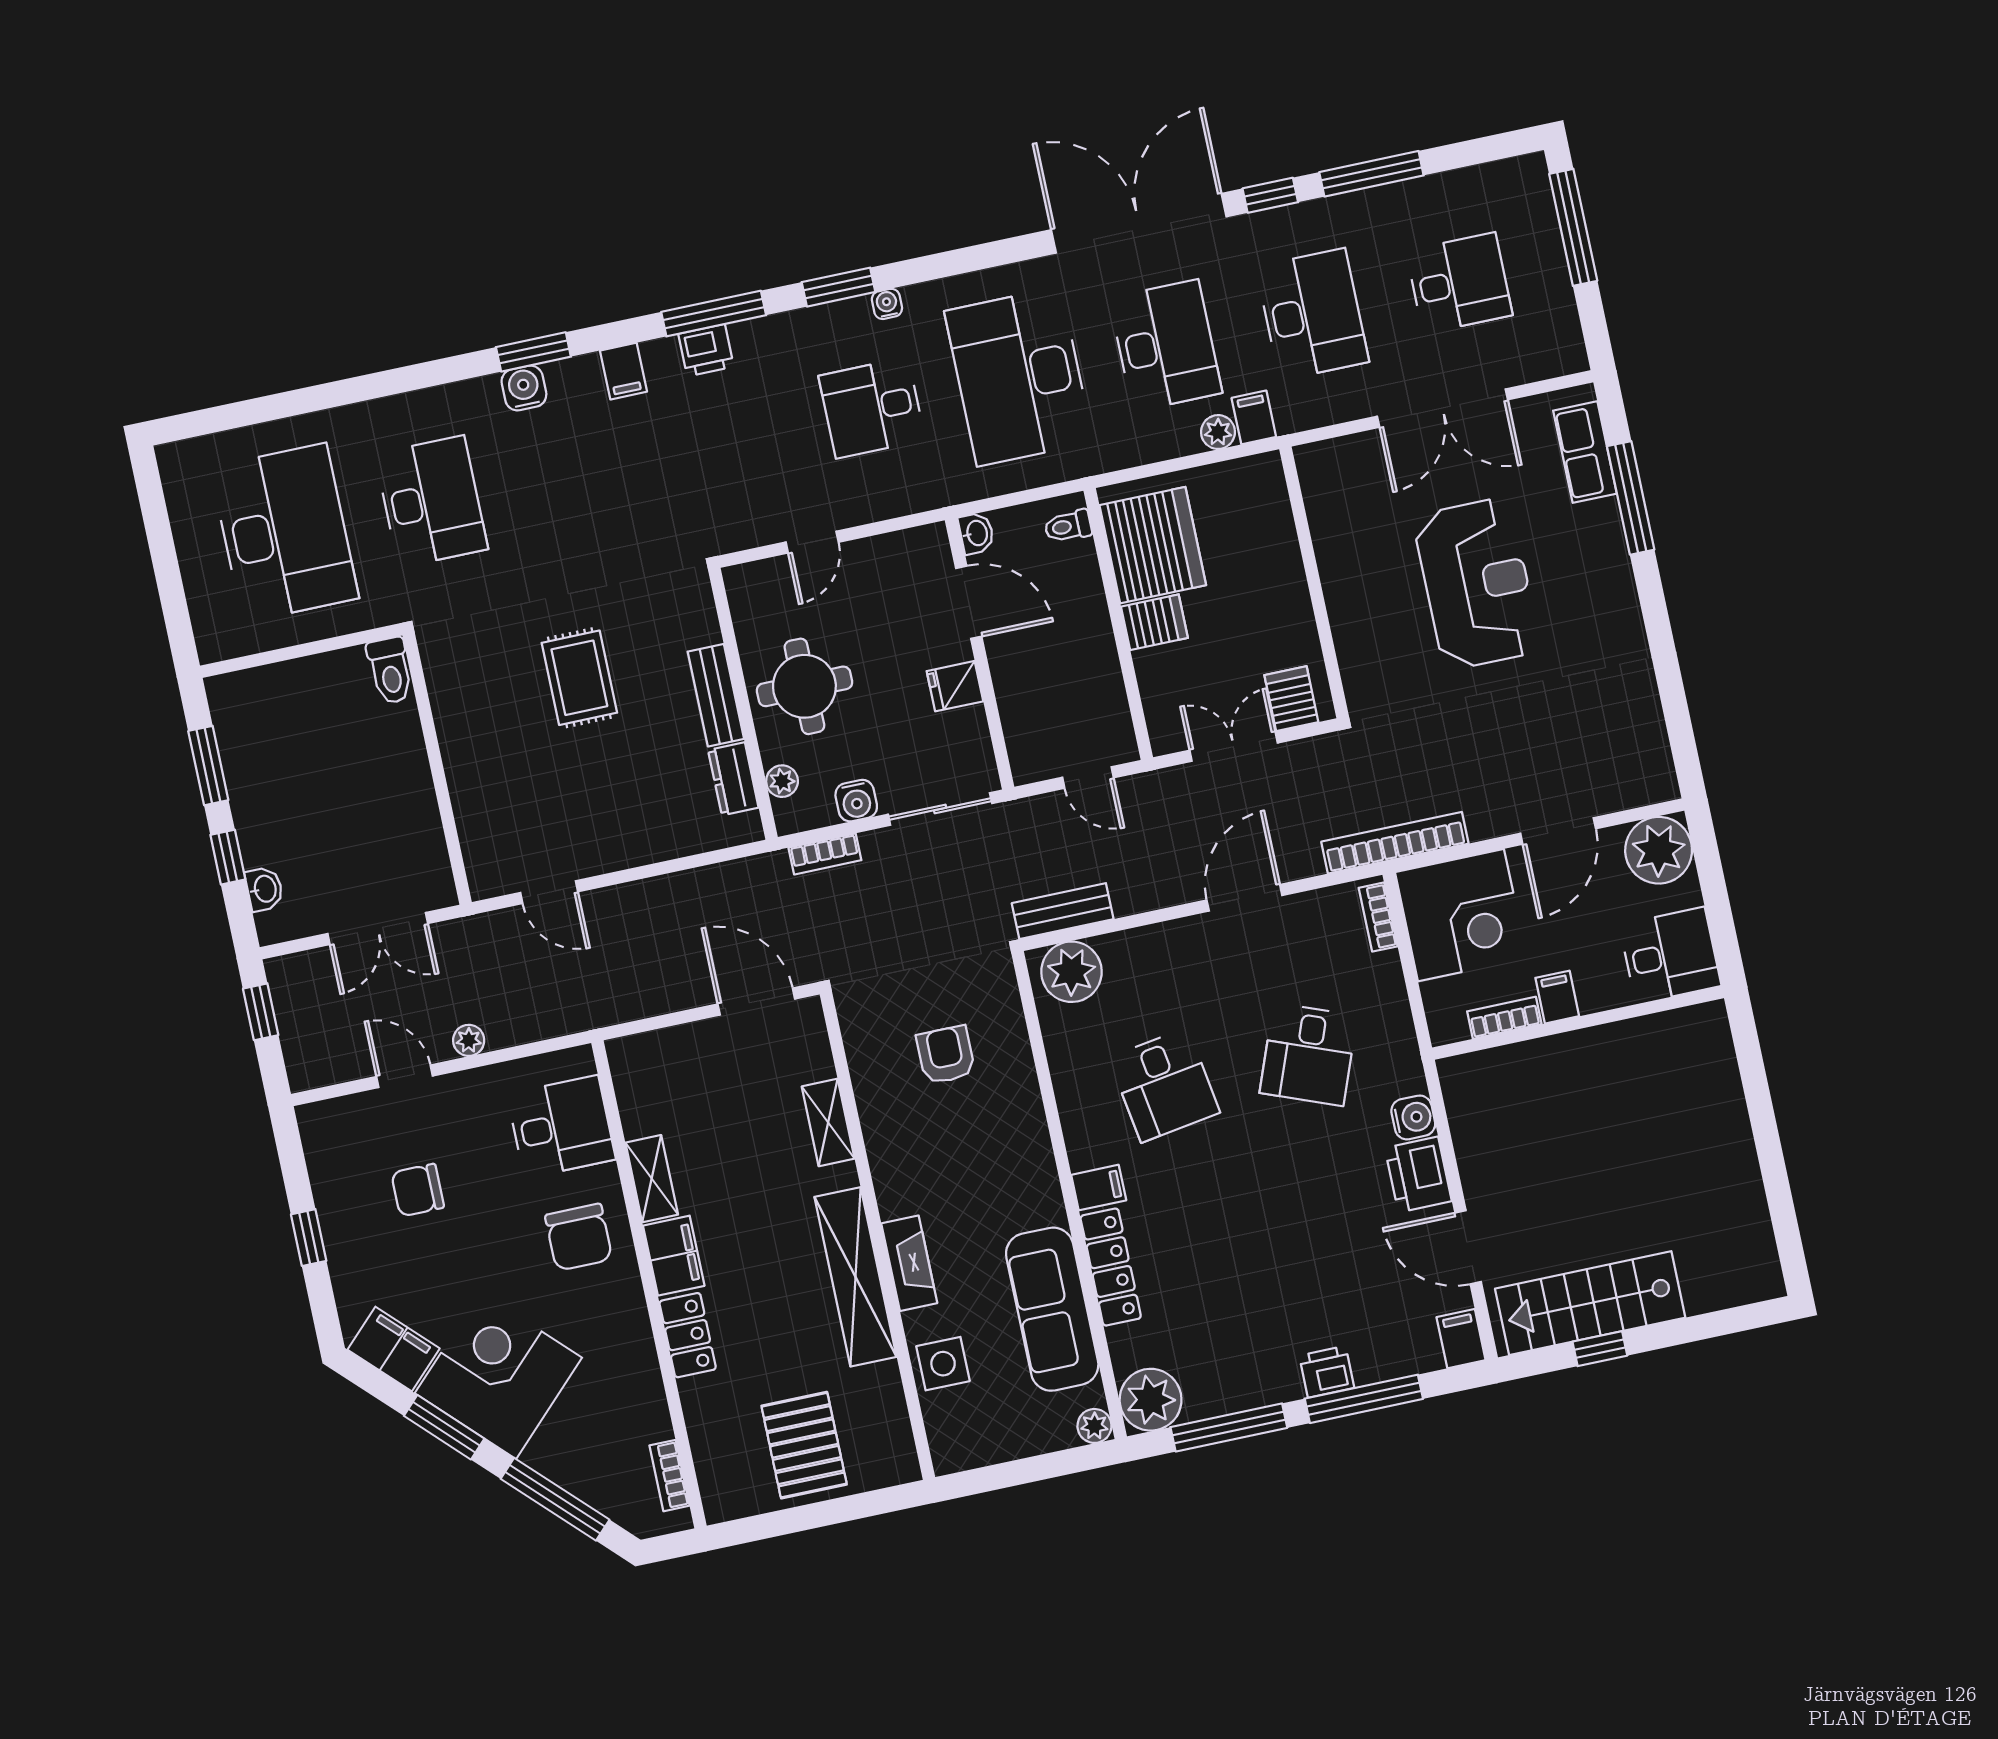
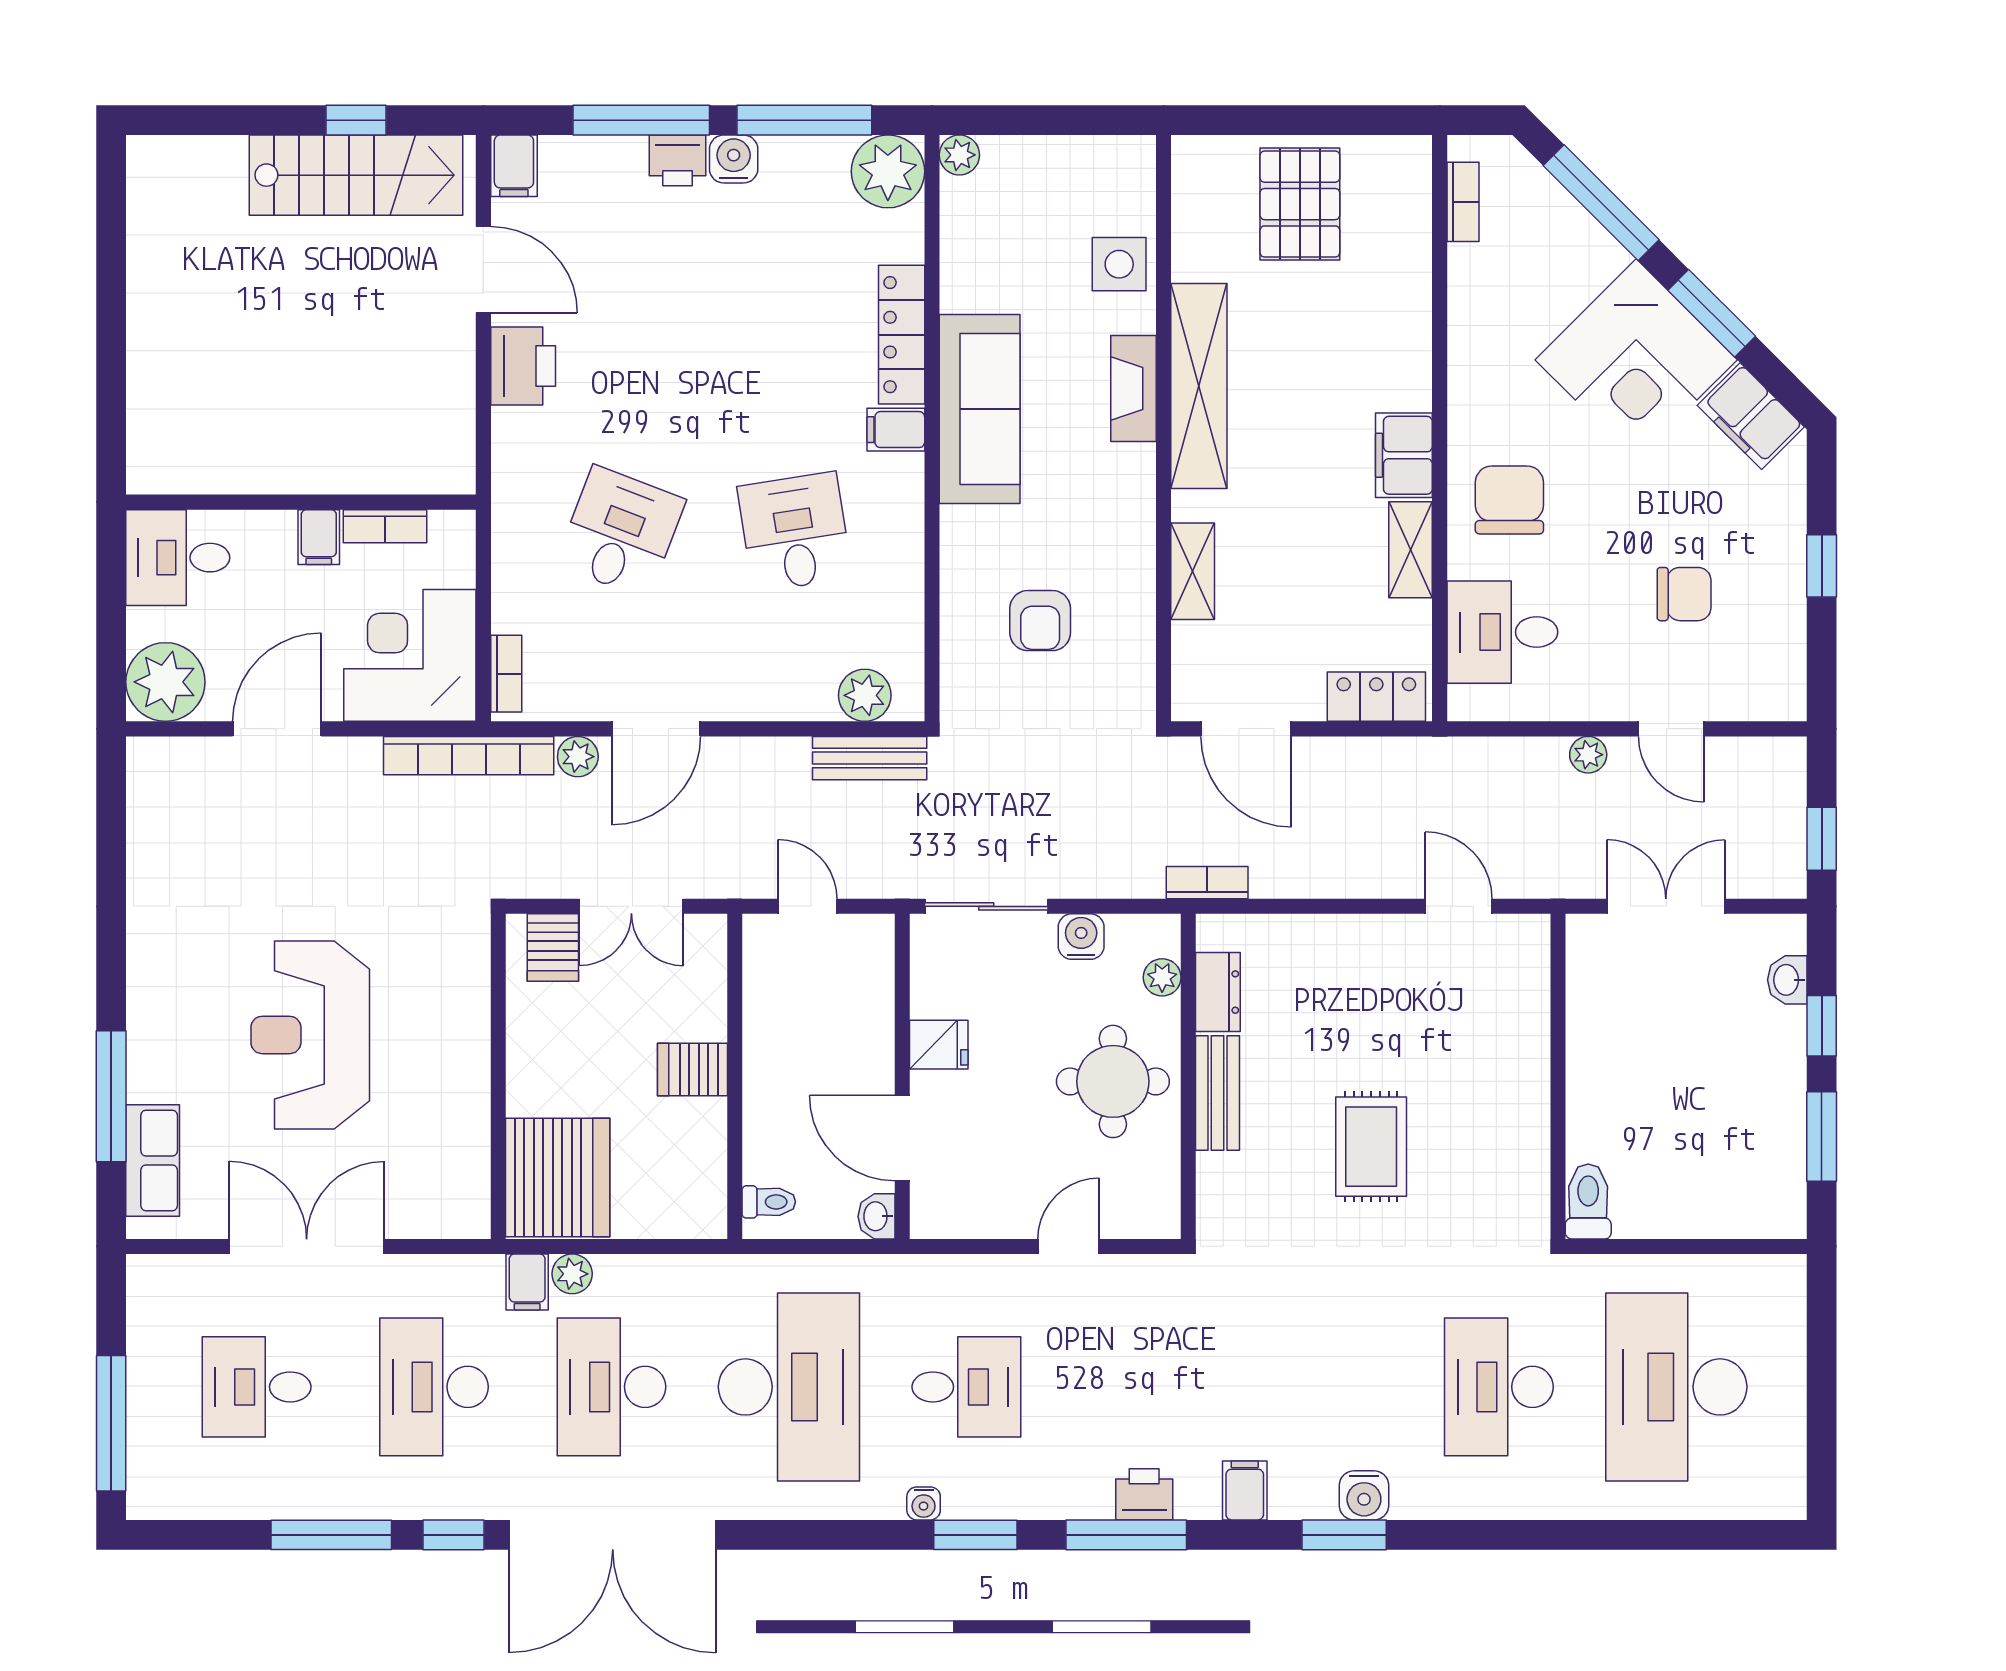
server rack: (1153, 545) -> (558, 1177), moved, turned 180
bookcase: (825, 854) -> (1207, 883), moved
plant: (1304, 861) -> (578, 757), added
plant: (1071, 972) -> (865, 695), width x0.73, depth x0.73
water cooler: (1413, 1117) -> (734, 159), moved, turned 90
sofa: (1052, 1309) -> (980, 409), moved
locker: (688, 1335) -> (1376, 697), moved, turned 90

